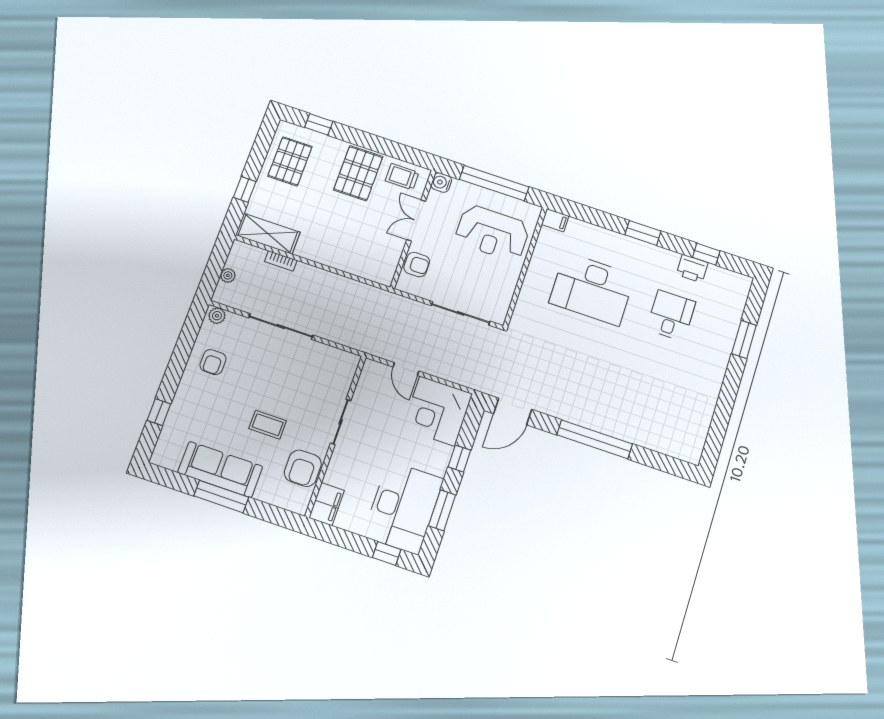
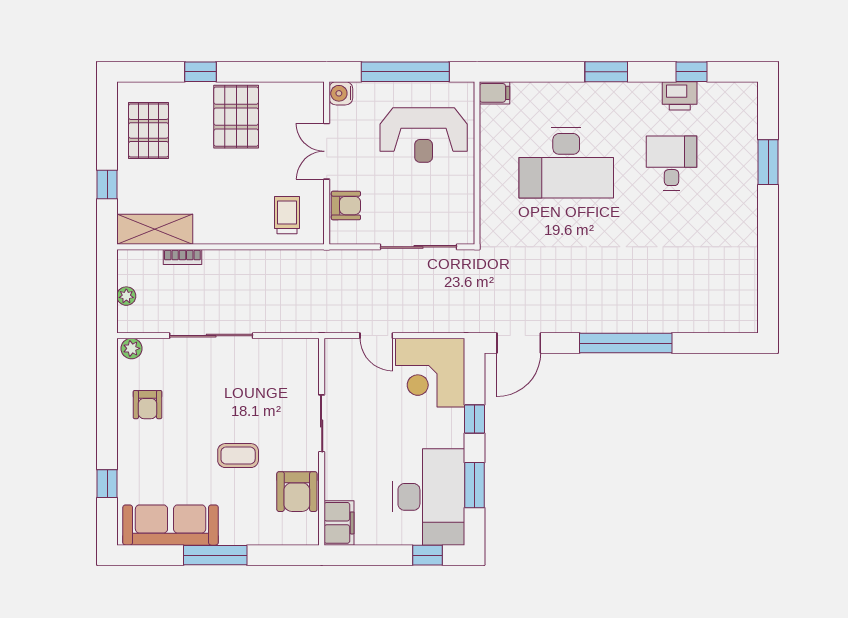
window: (319, 124) -> (200, 72), moved
trolley: (402, 177) -> (287, 215), moved, turned 90
sofa: (220, 469) -> (171, 525), moved

